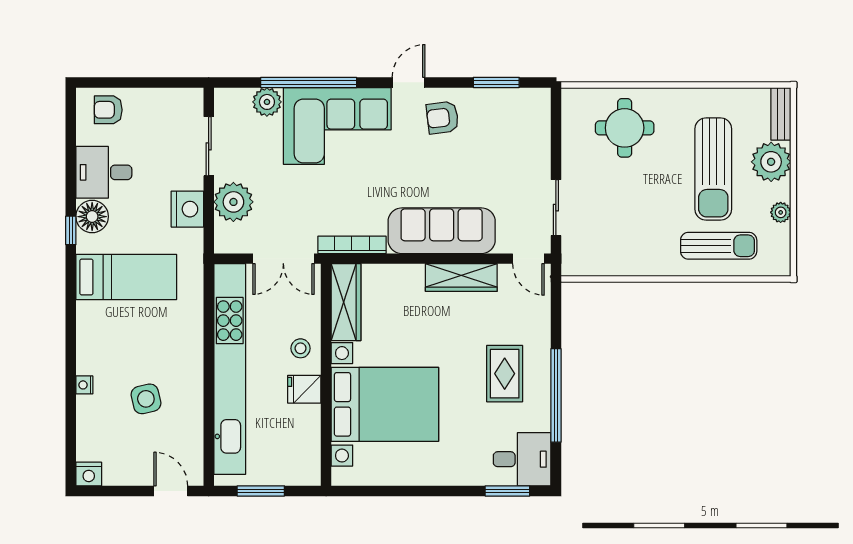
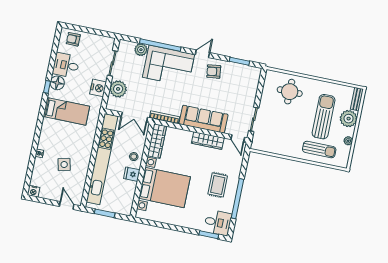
sun lounger: (713, 169) -> (324, 117), turned 180

